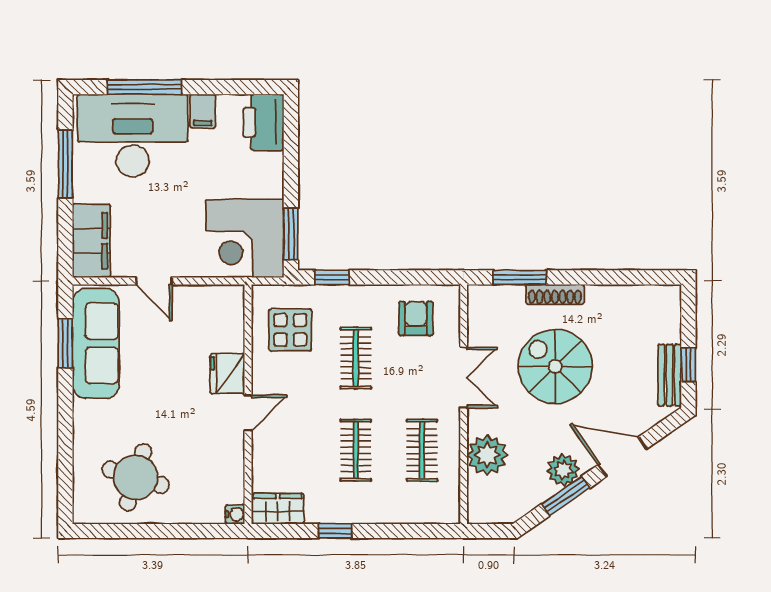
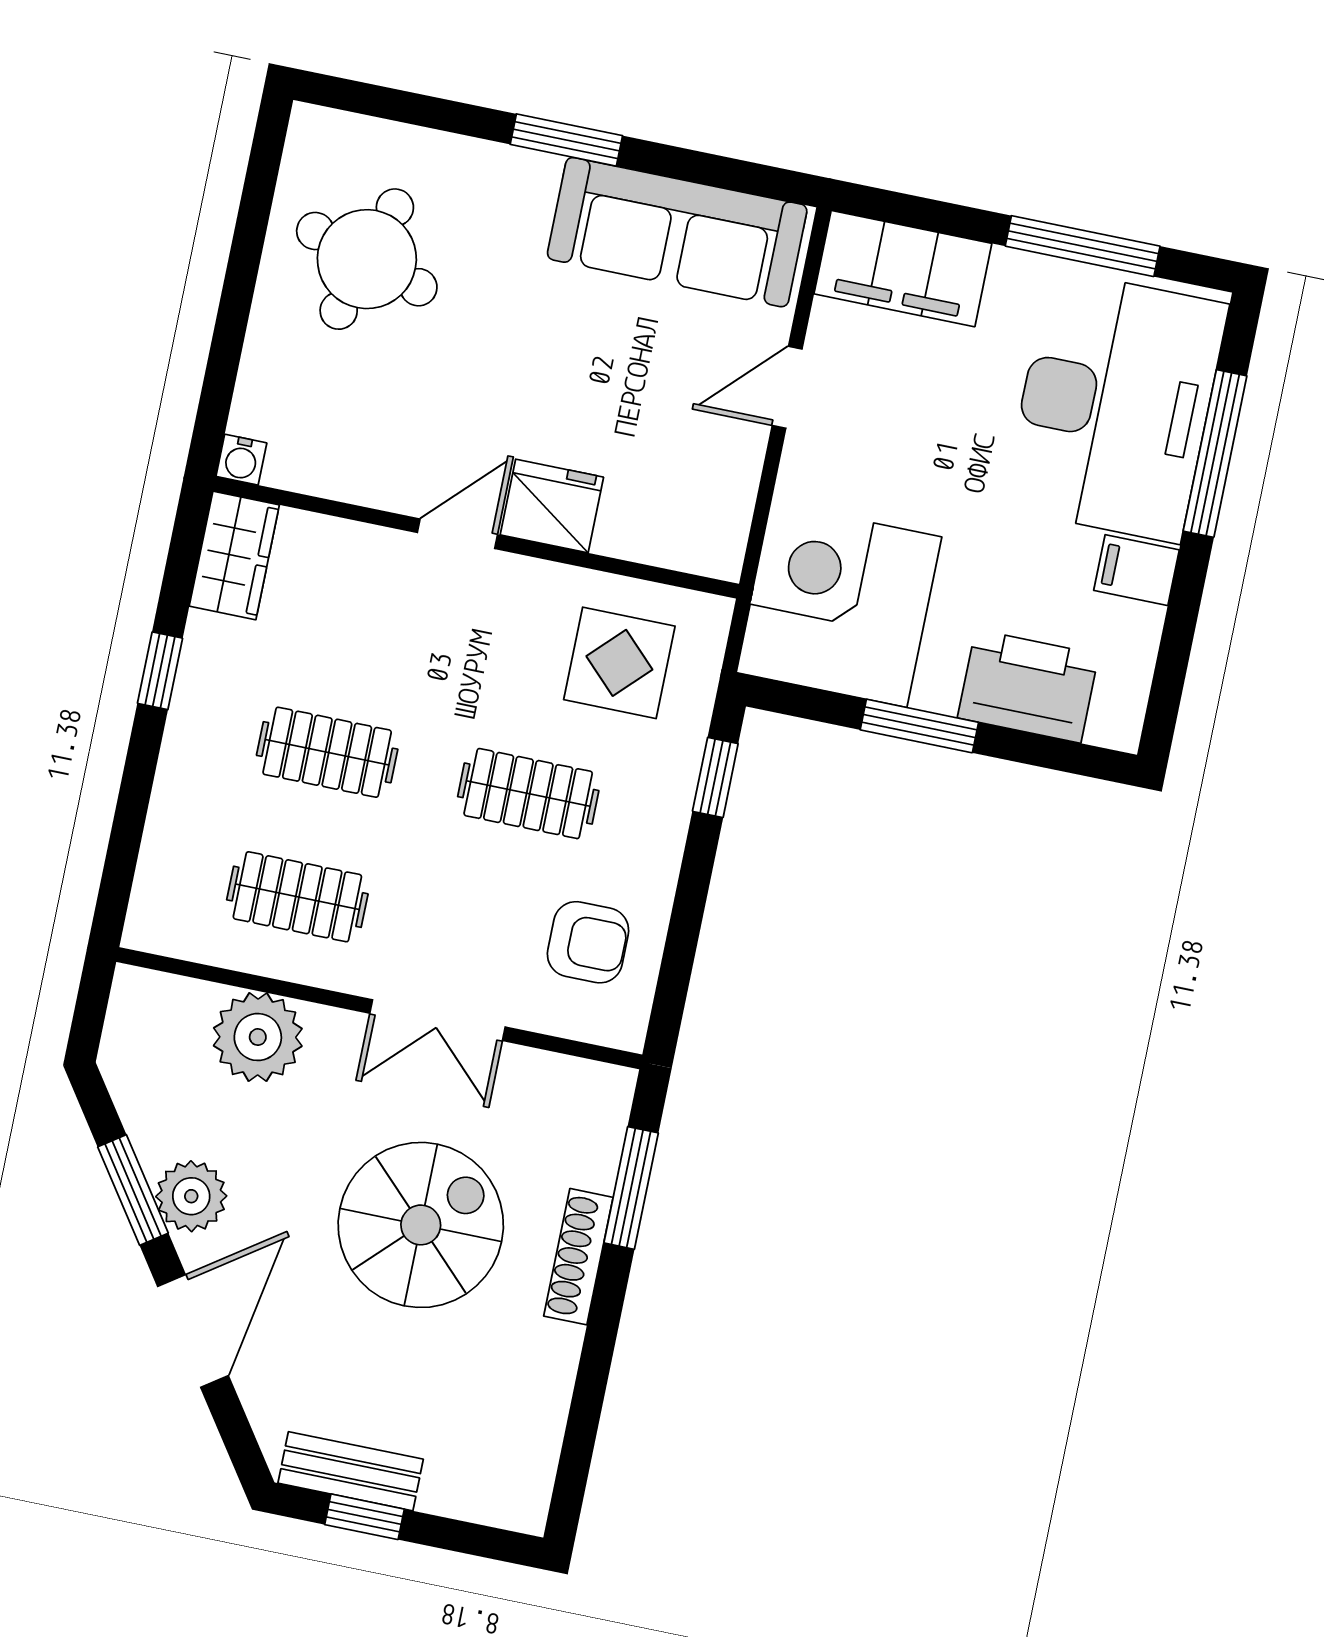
printer: (264, 122) -> (1028, 686), moved
window: (291, 234) -> (919, 726), moved
window: (65, 343) -> (566, 140), moved
door: (248, 413) -> (457, 534), swing flipped

